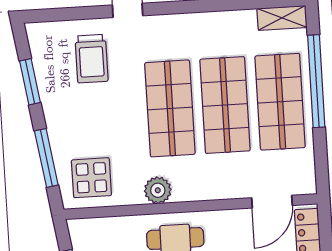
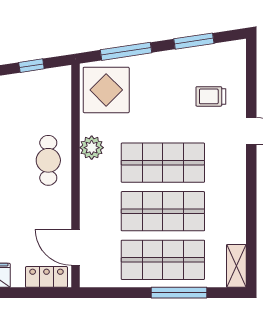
trolley: (91, 59) -> (211, 96), width x0.73, depth x0.72
window: (316, 81) -> (179, 293), width x0.68
display table: (91, 178) -> (106, 90), width x1.36, depth x1.36

